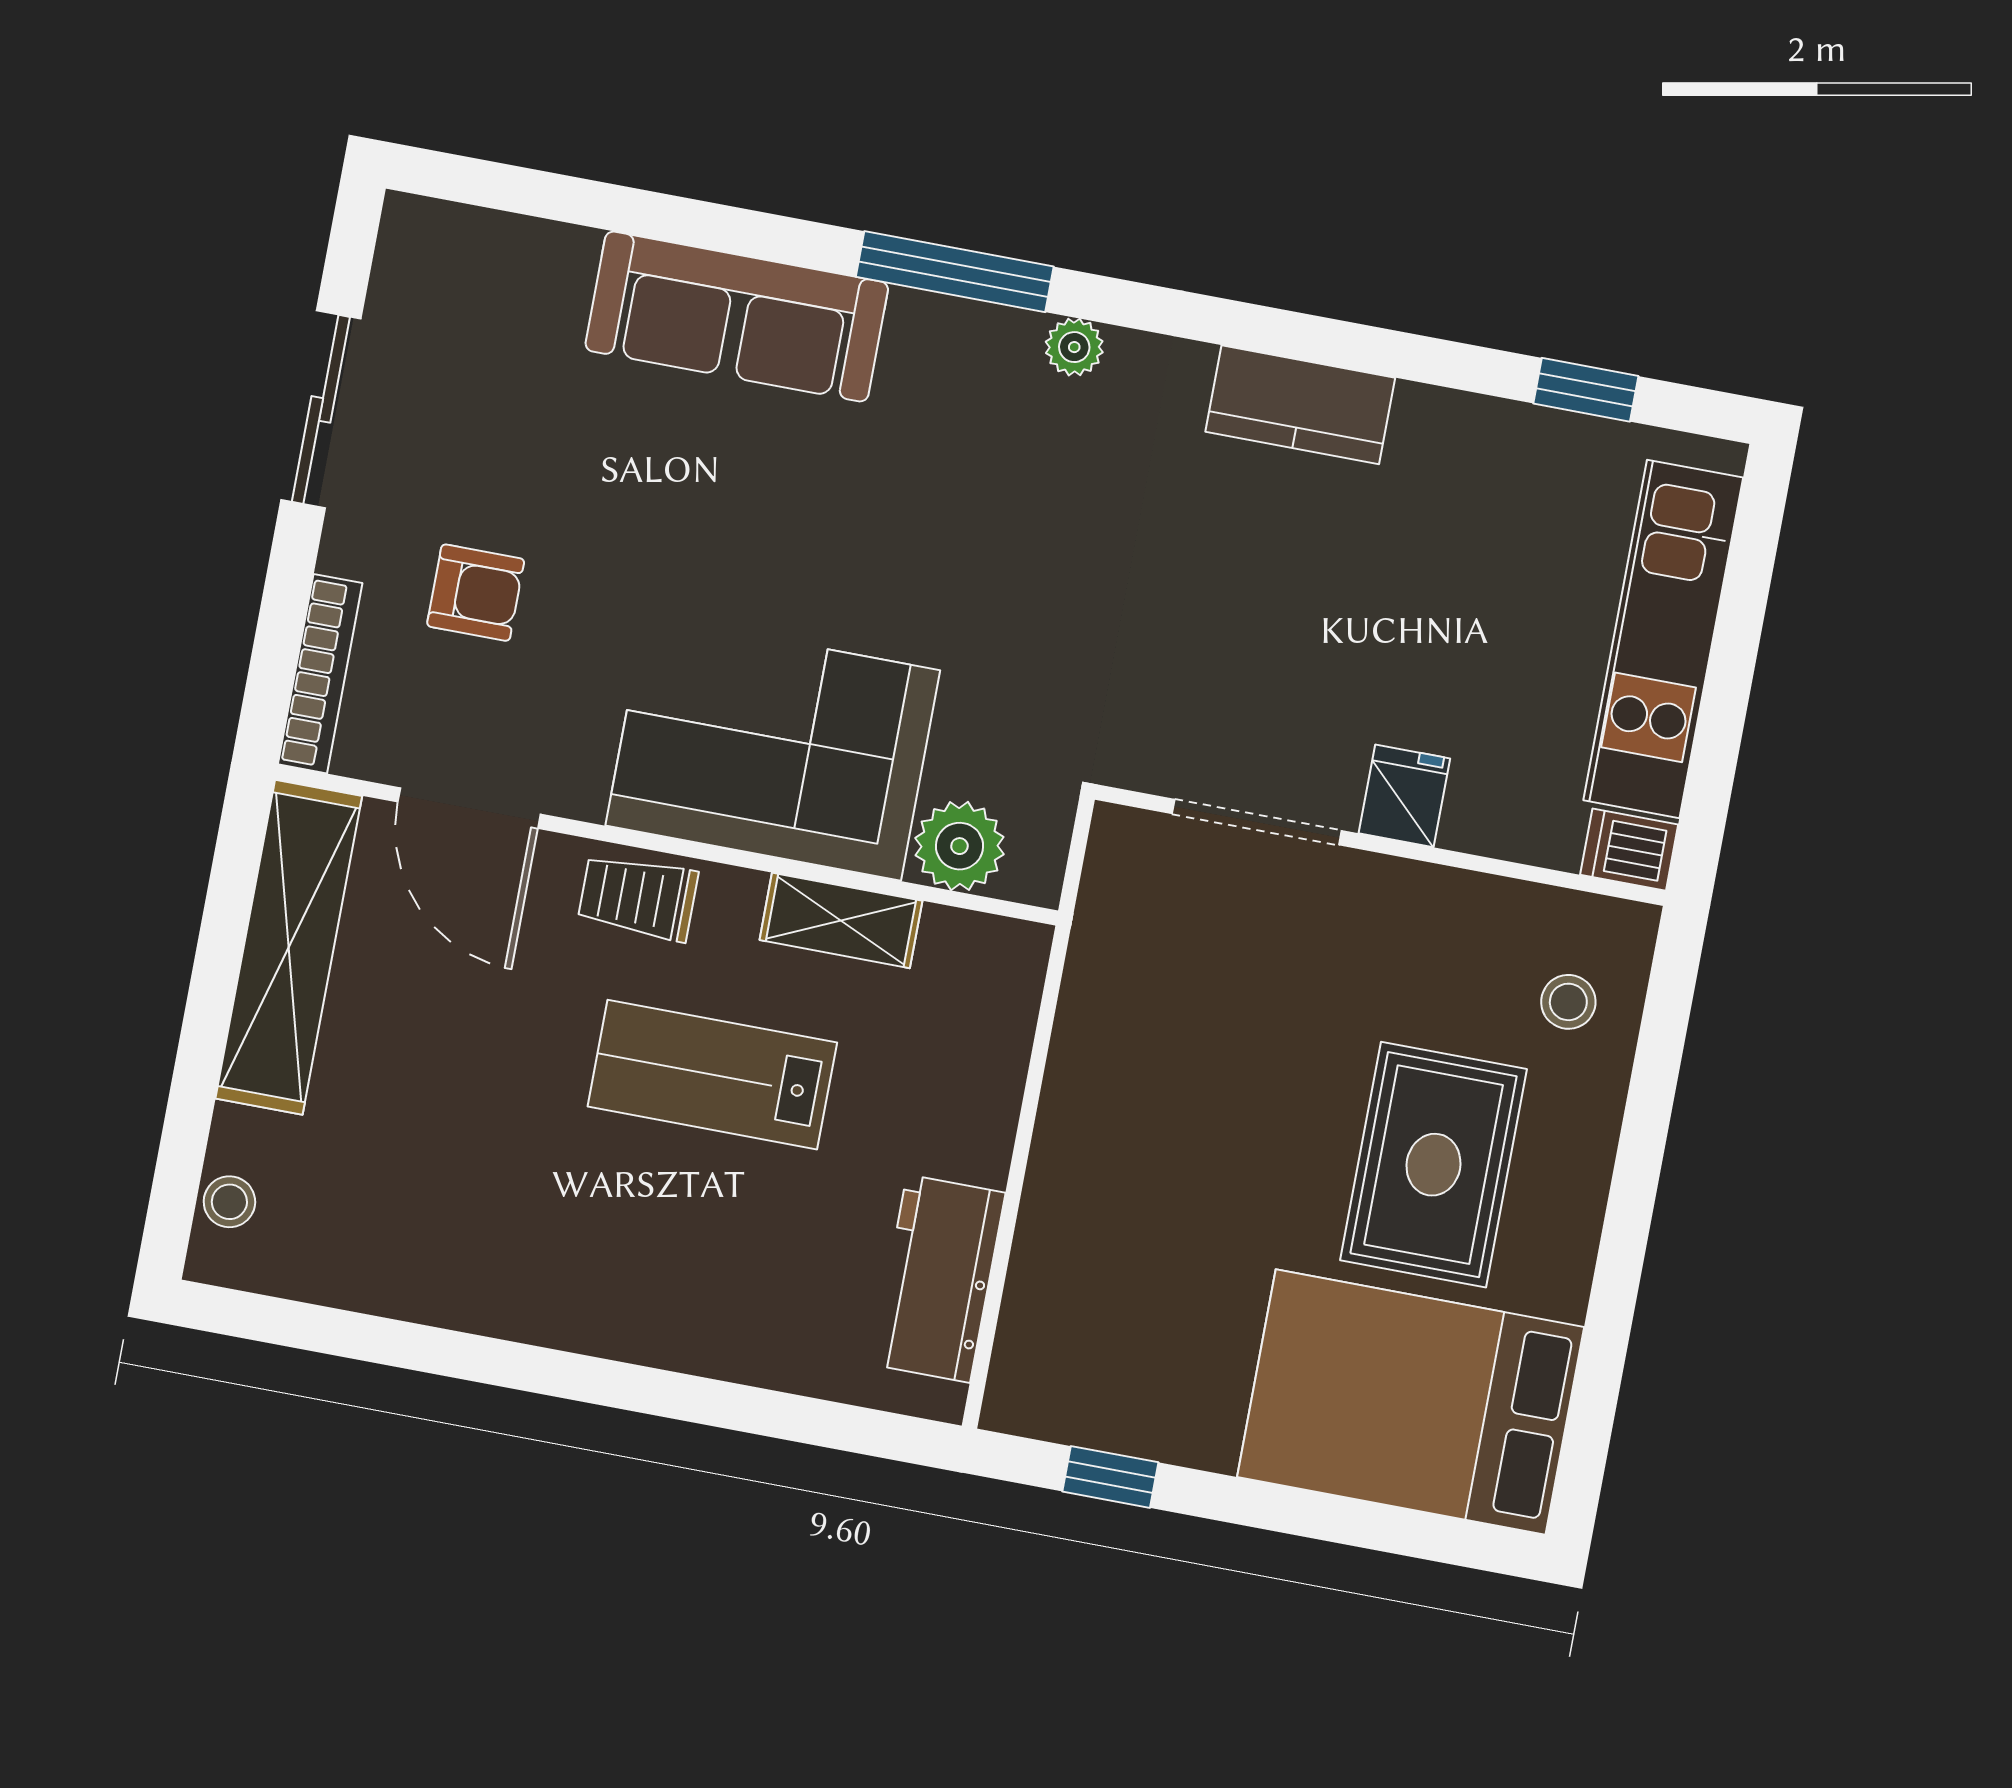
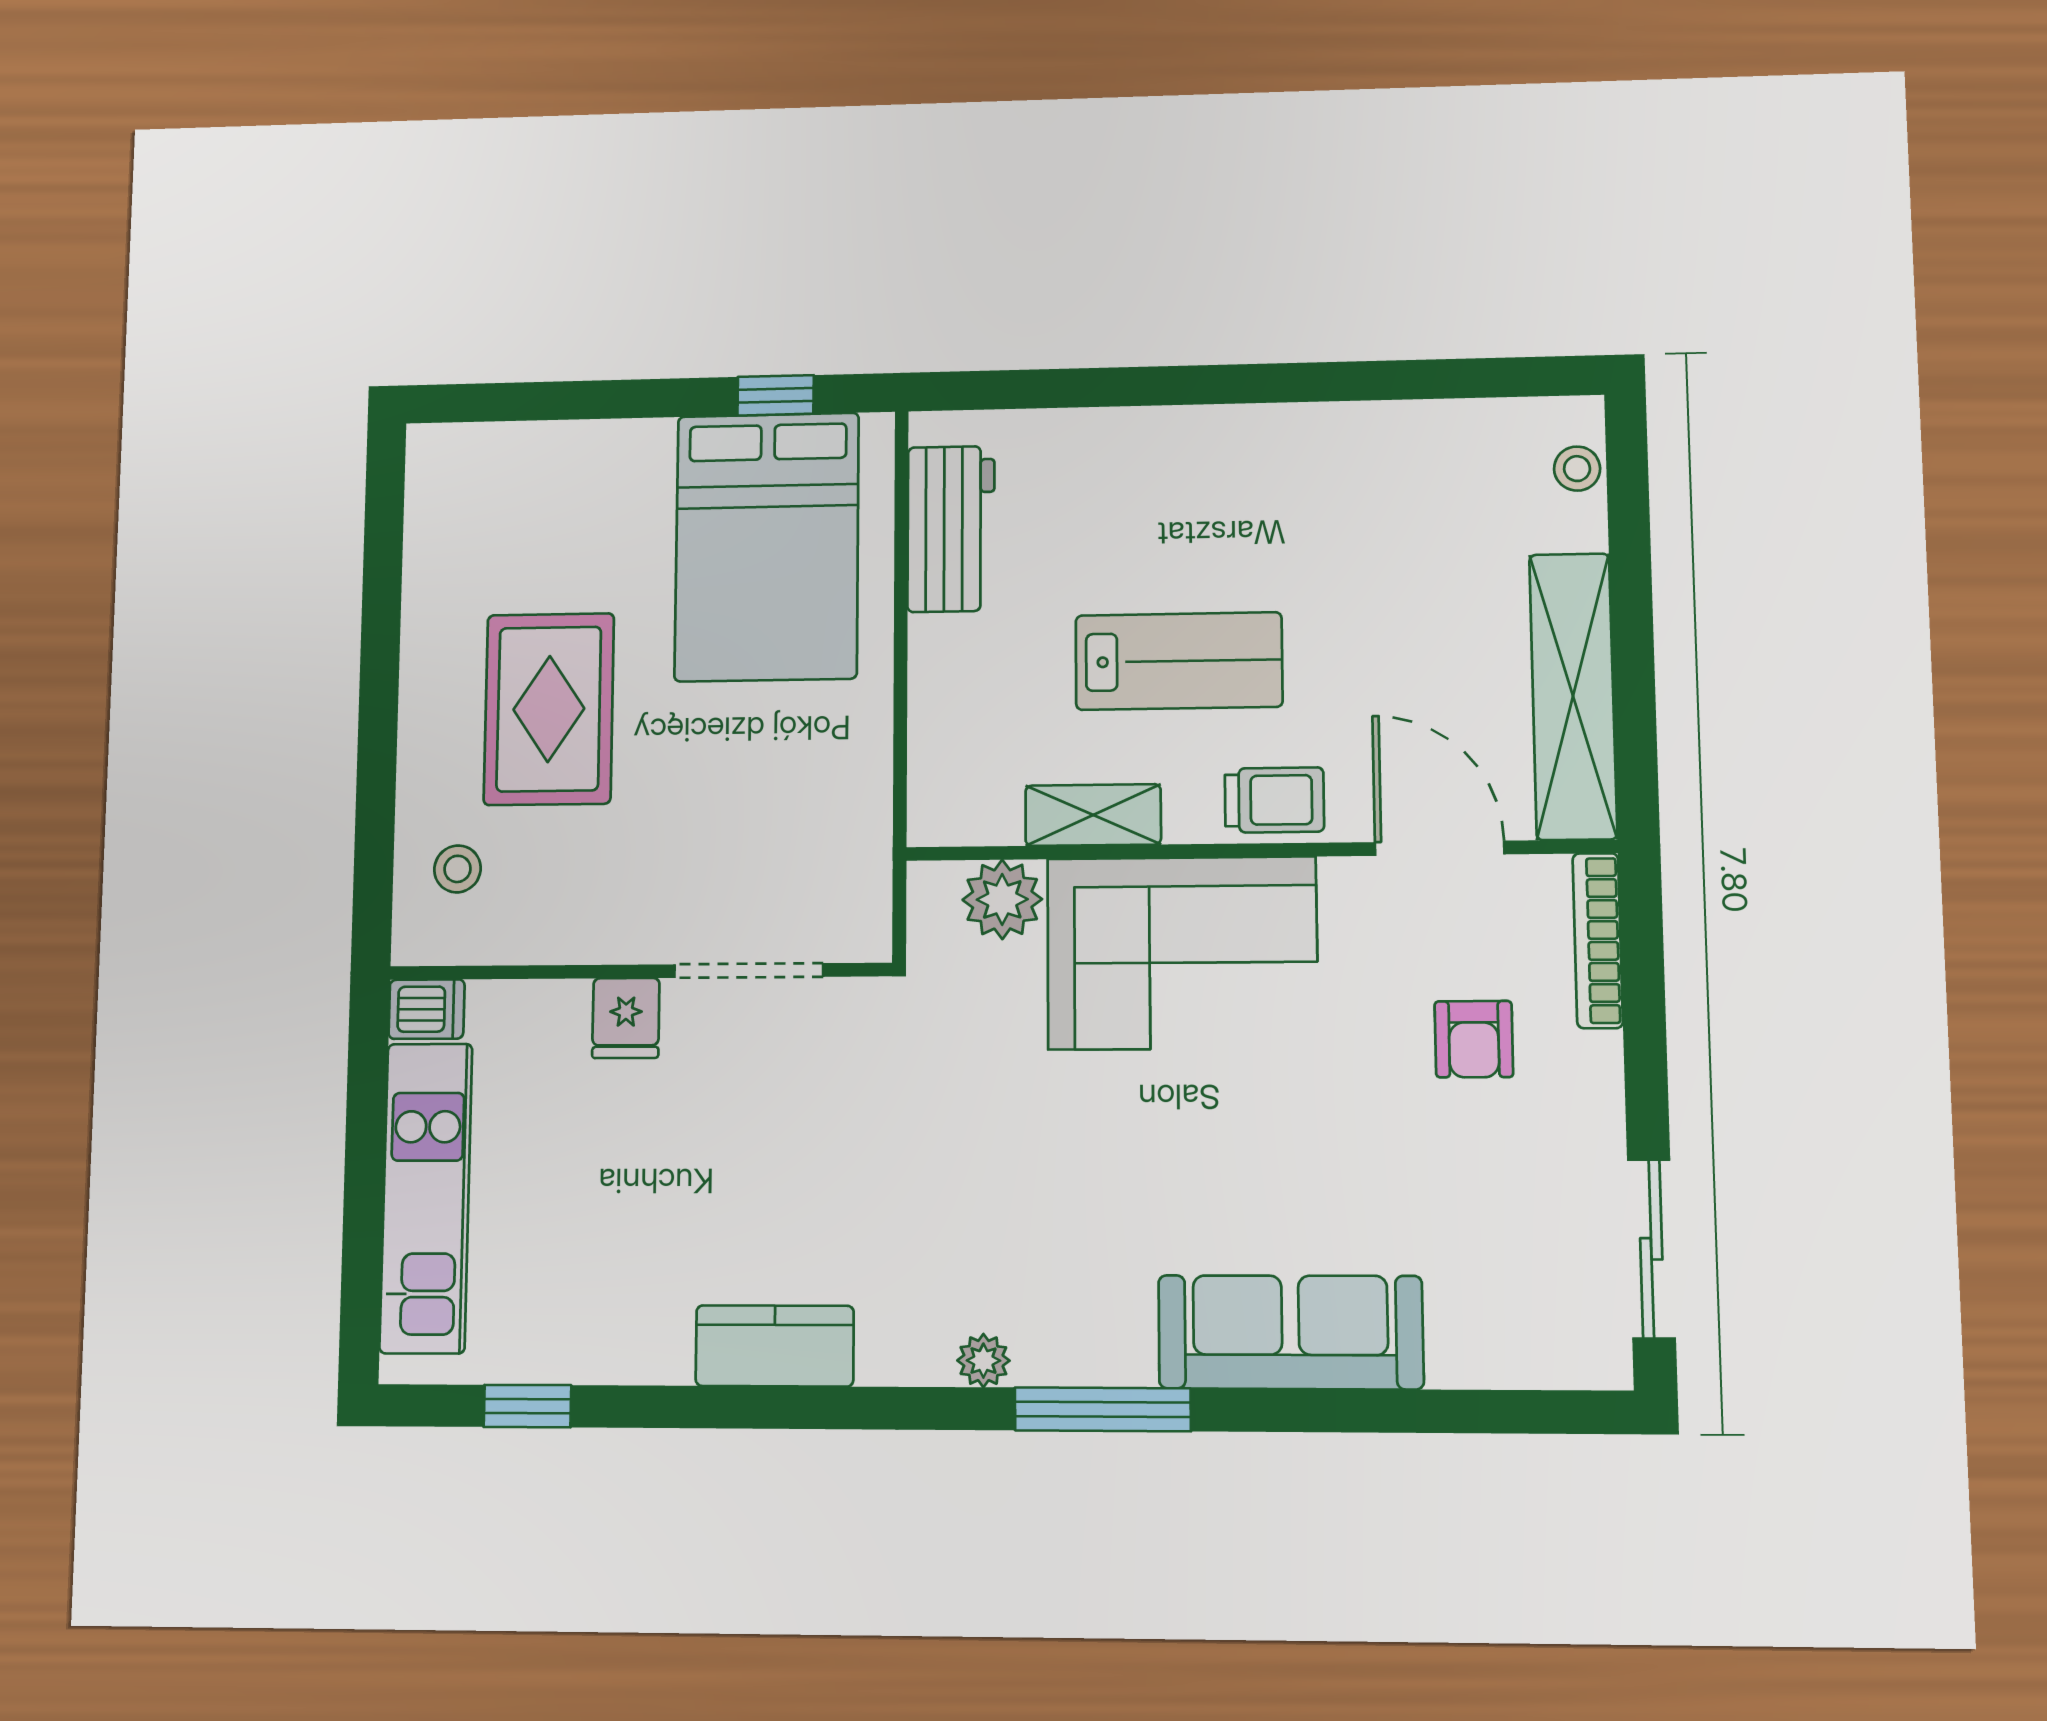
sliding door: (321, 409) -> (1651, 1249), moved
armchair: (476, 593) -> (1474, 1039), turned -90
bed: (1411, 1402) -> (767, 547), moved, turned 90

